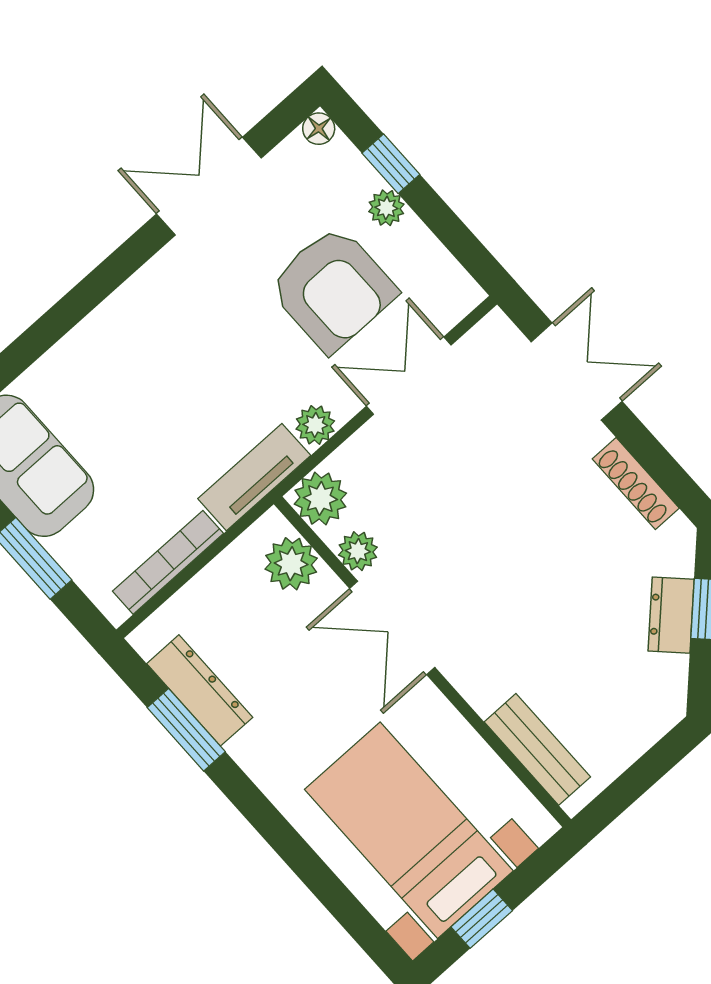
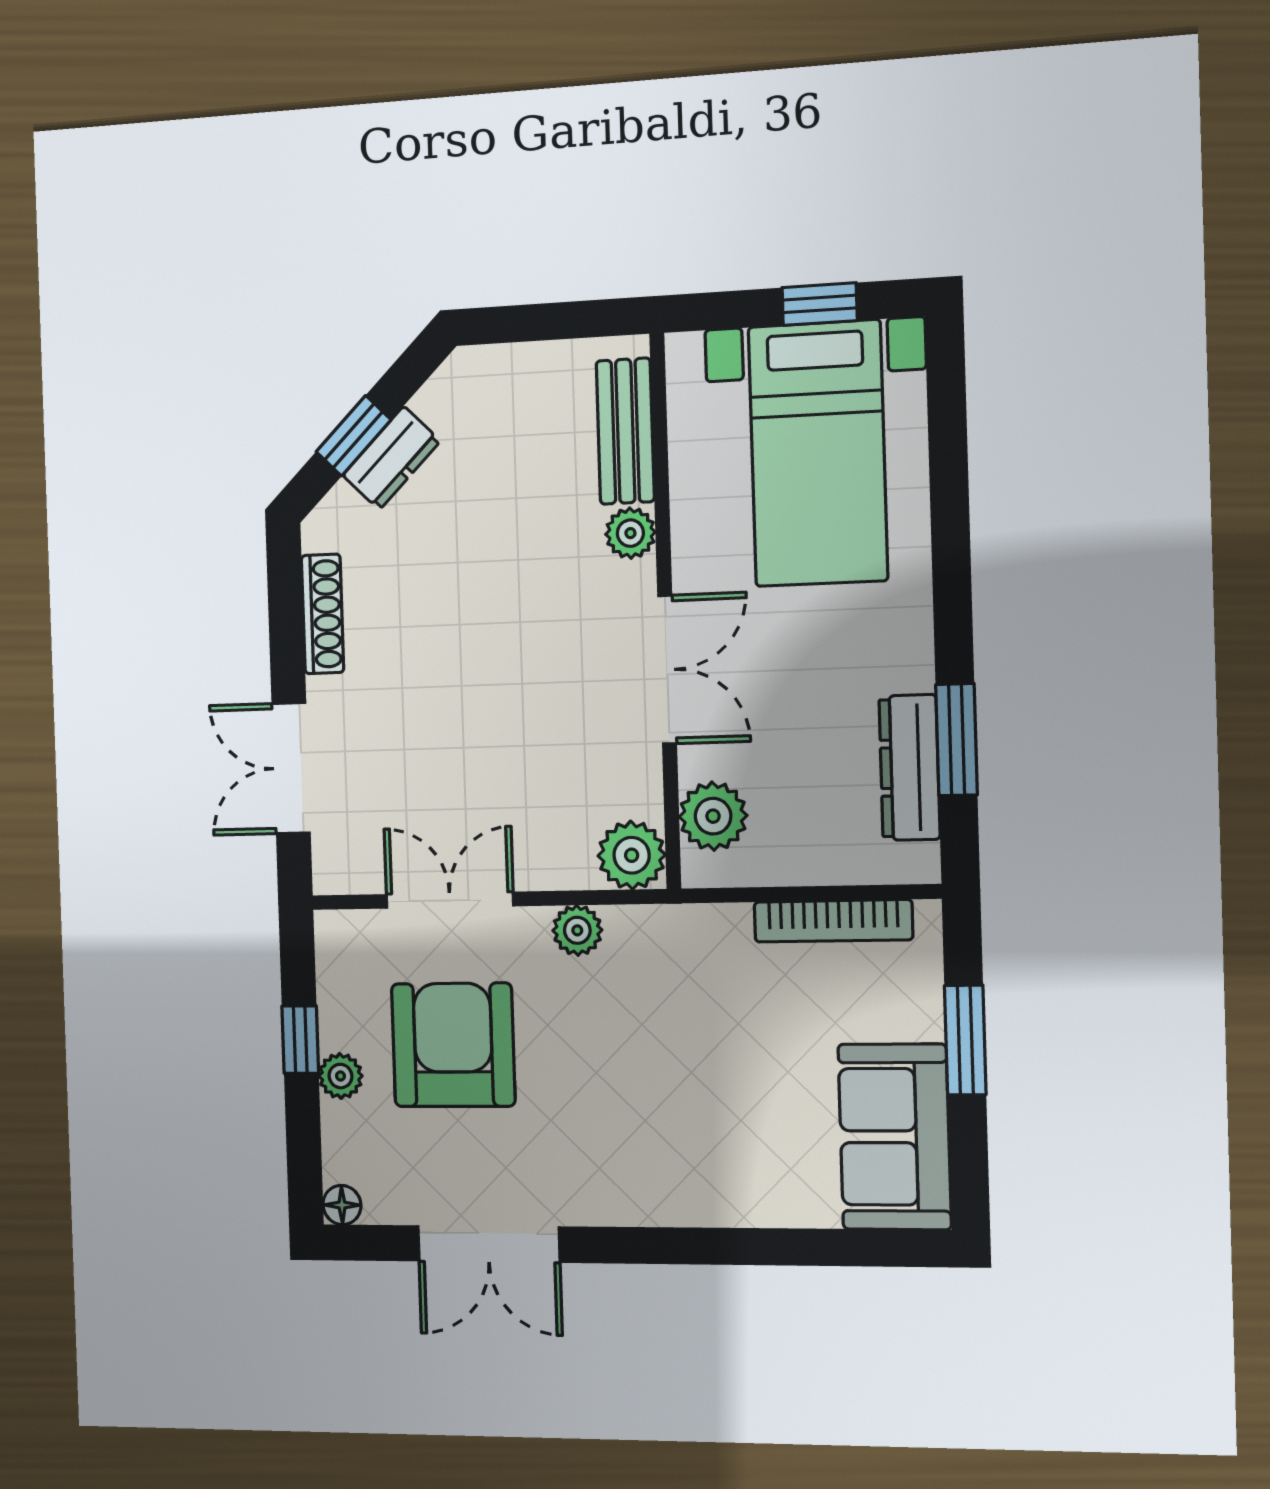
window: (391, 164) -> (300, 1040), moved
double door: (409, 376) -> (450, 900), swing flipped
tv unit: (254, 477) -> (678, 931), removed
plant: (358, 551) -> (630, 533), moved

